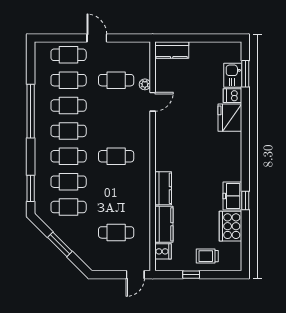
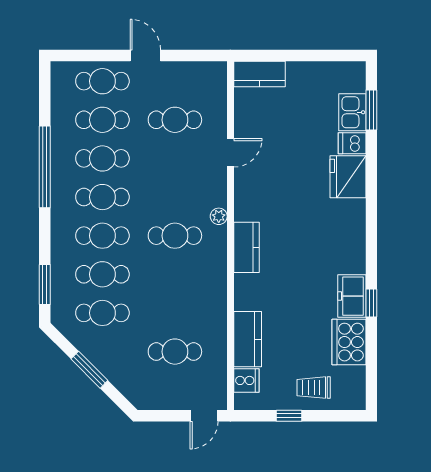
plant: (145, 84) -> (219, 216), moved
kitchen counter: (163, 188) -> (246, 247), moved

